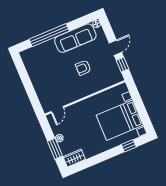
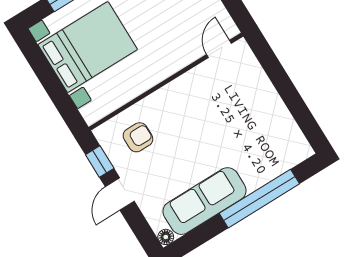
armchair: (83, 68) -> (138, 137), moved

